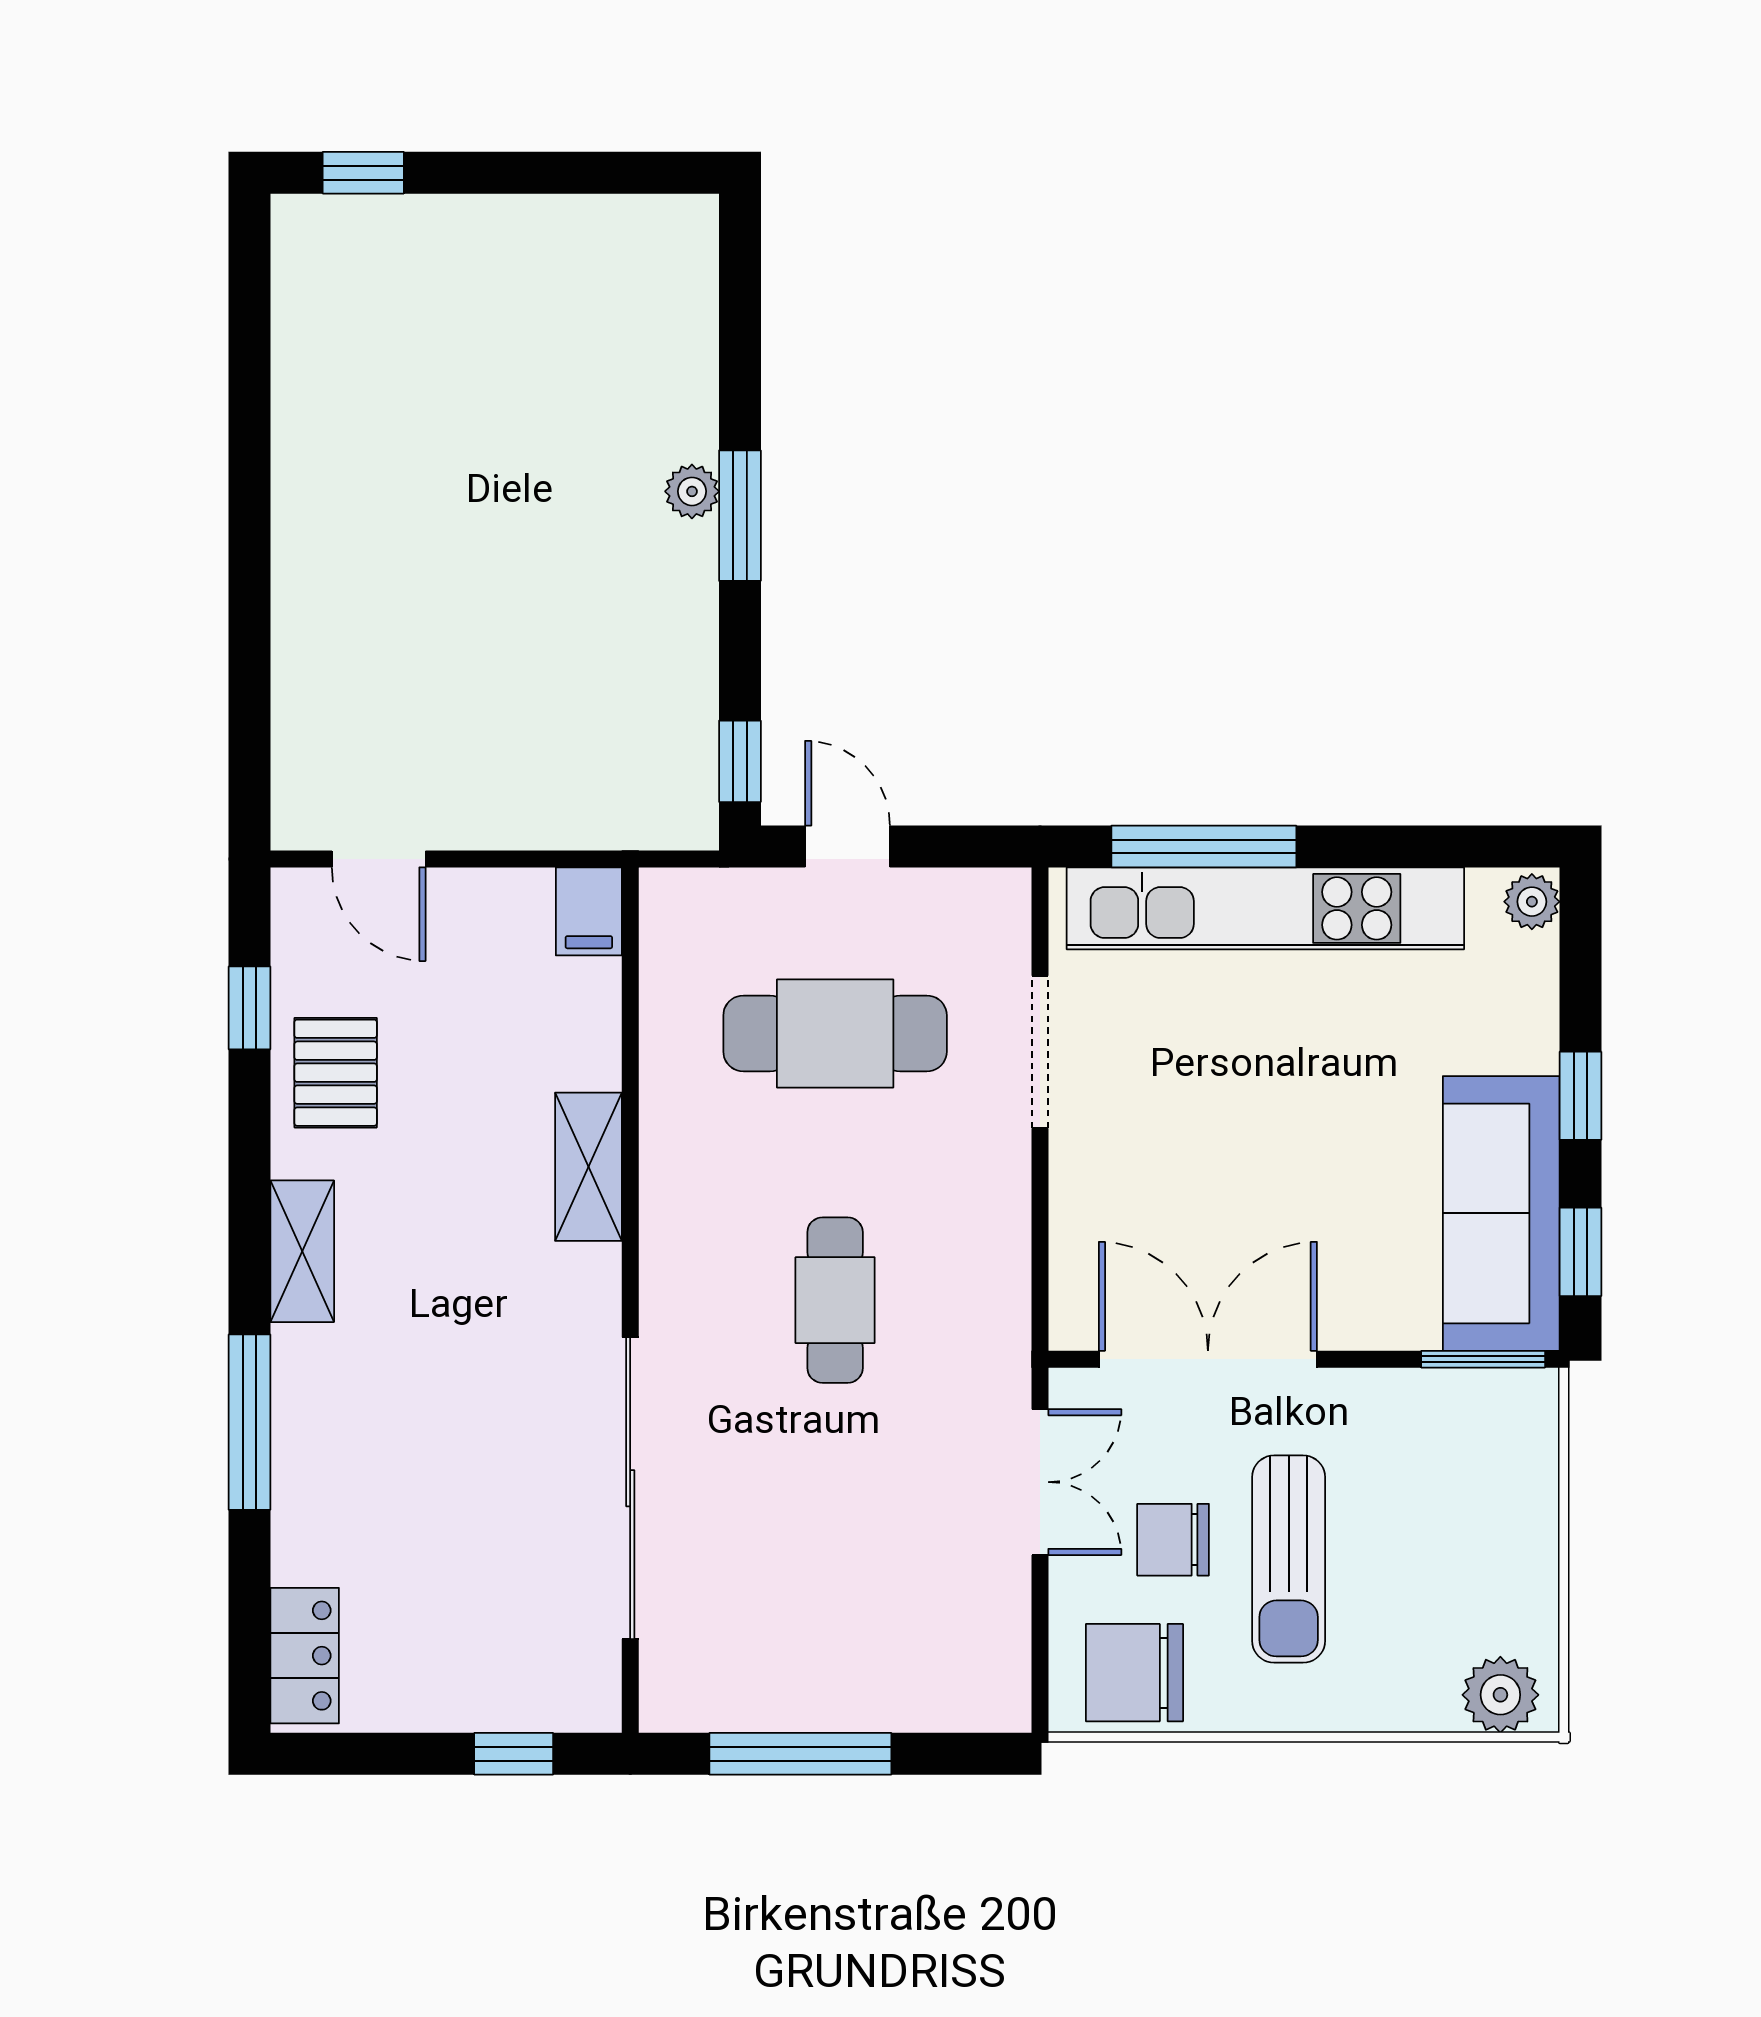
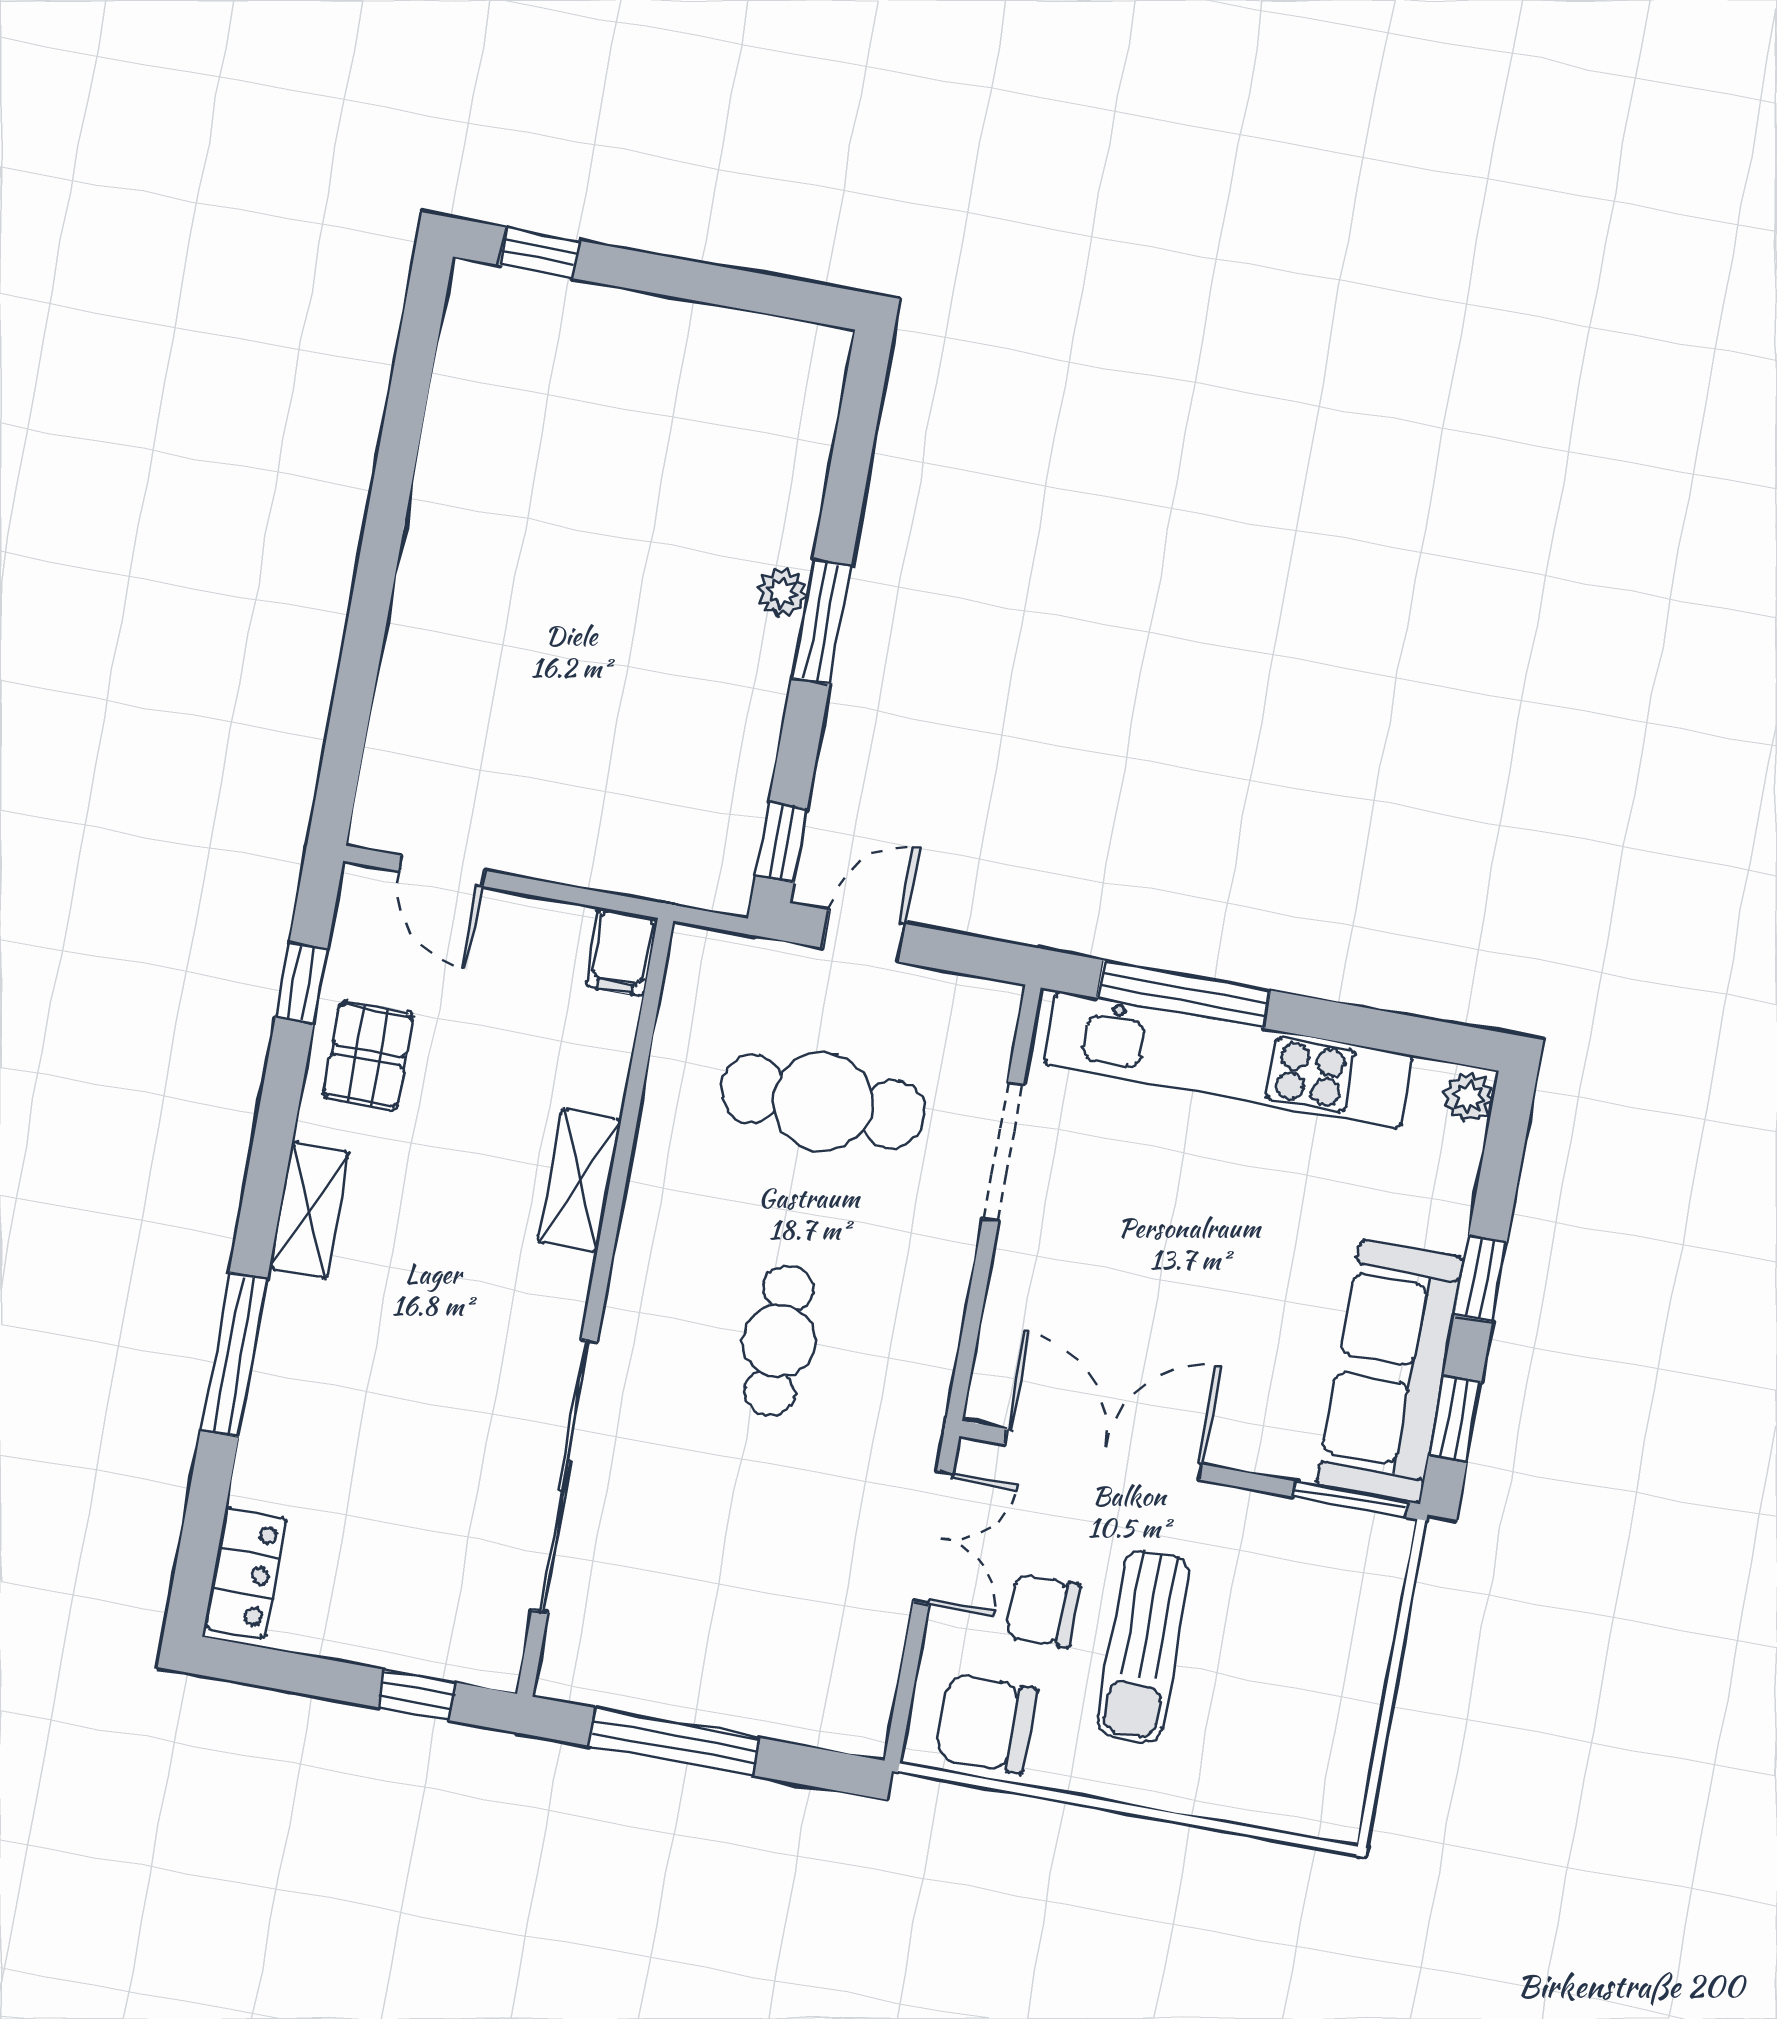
door: (848, 847) -> (864, 936), hinge flipped
plant: (1500, 1695) -> (1311, 1803), removed

